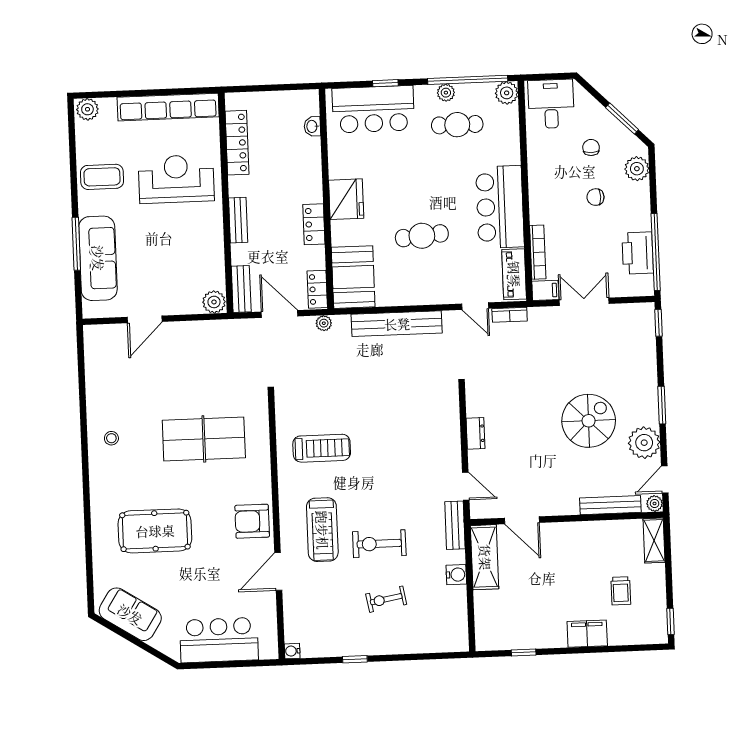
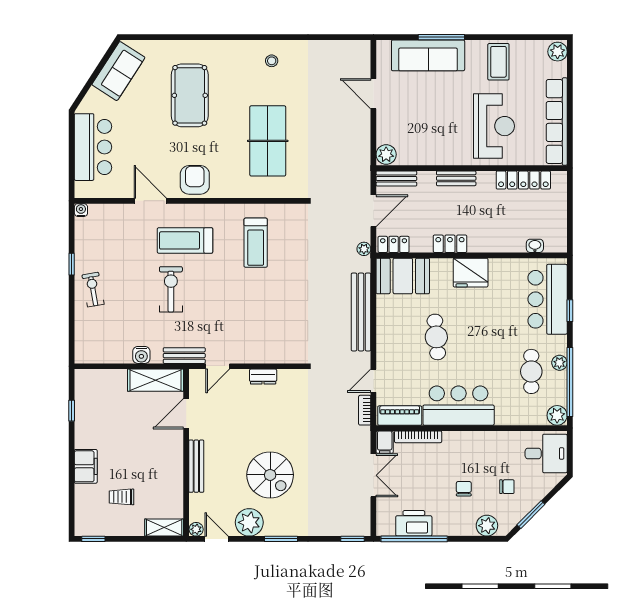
bench: (610, 505) -> (196, 466), moved
exercise bike: (386, 599) -> (93, 290), moved

